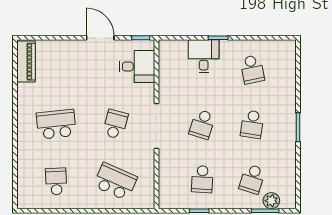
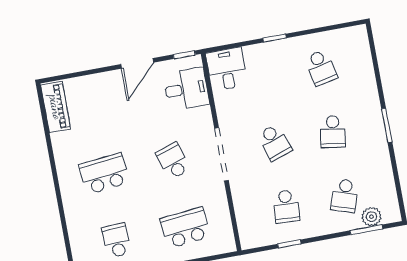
door: (100, 38) -> (137, 63), swing flipped
desk: (204, 56) -> (227, 69), moved
school desk: (115, 124) -> (173, 161), turned -33
school desk: (202, 124) -> (274, 142), turned -36
school desk: (115, 181) -> (185, 228), turned -30

